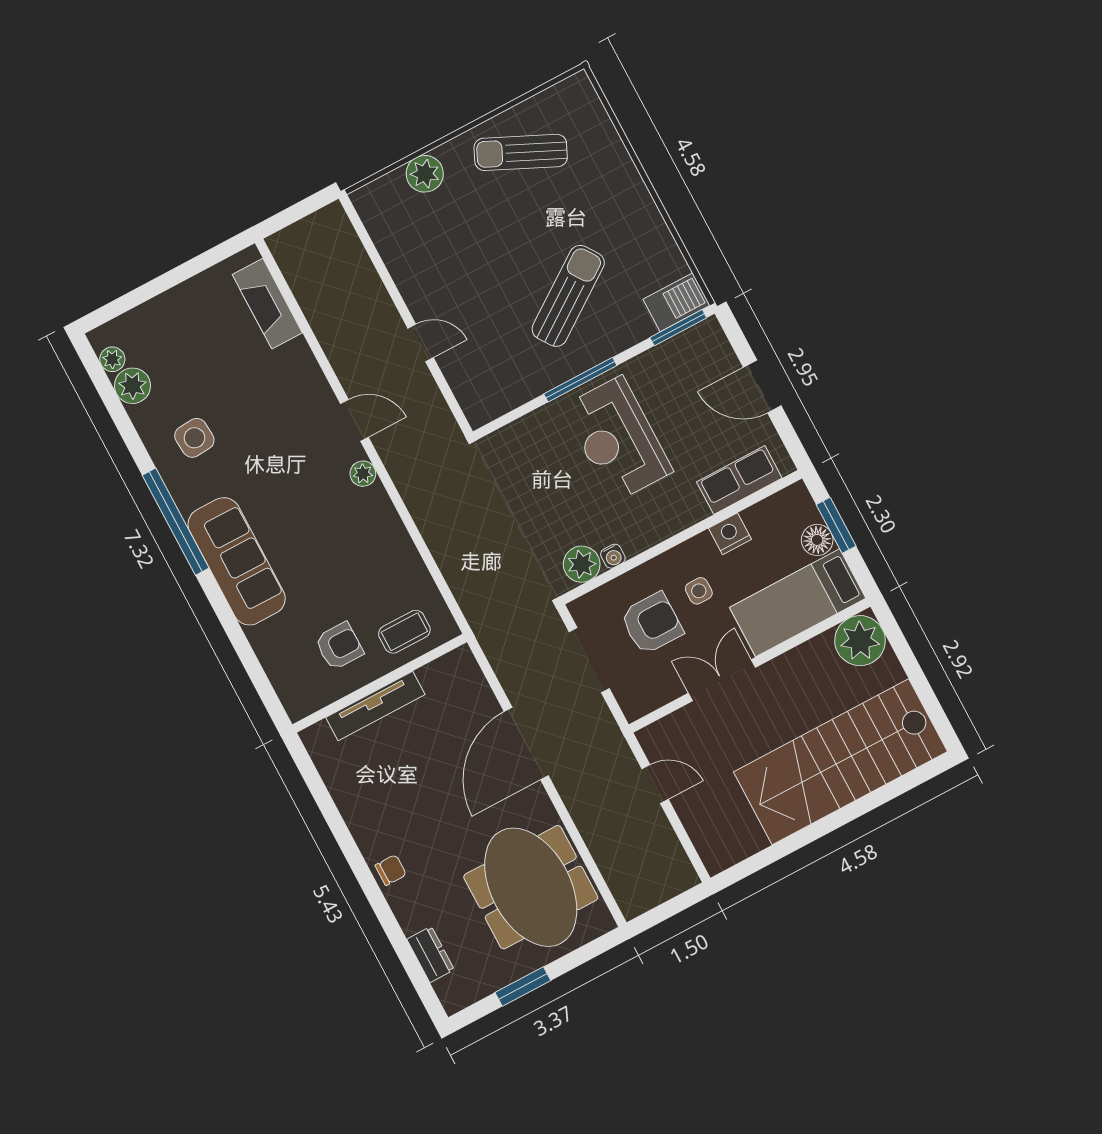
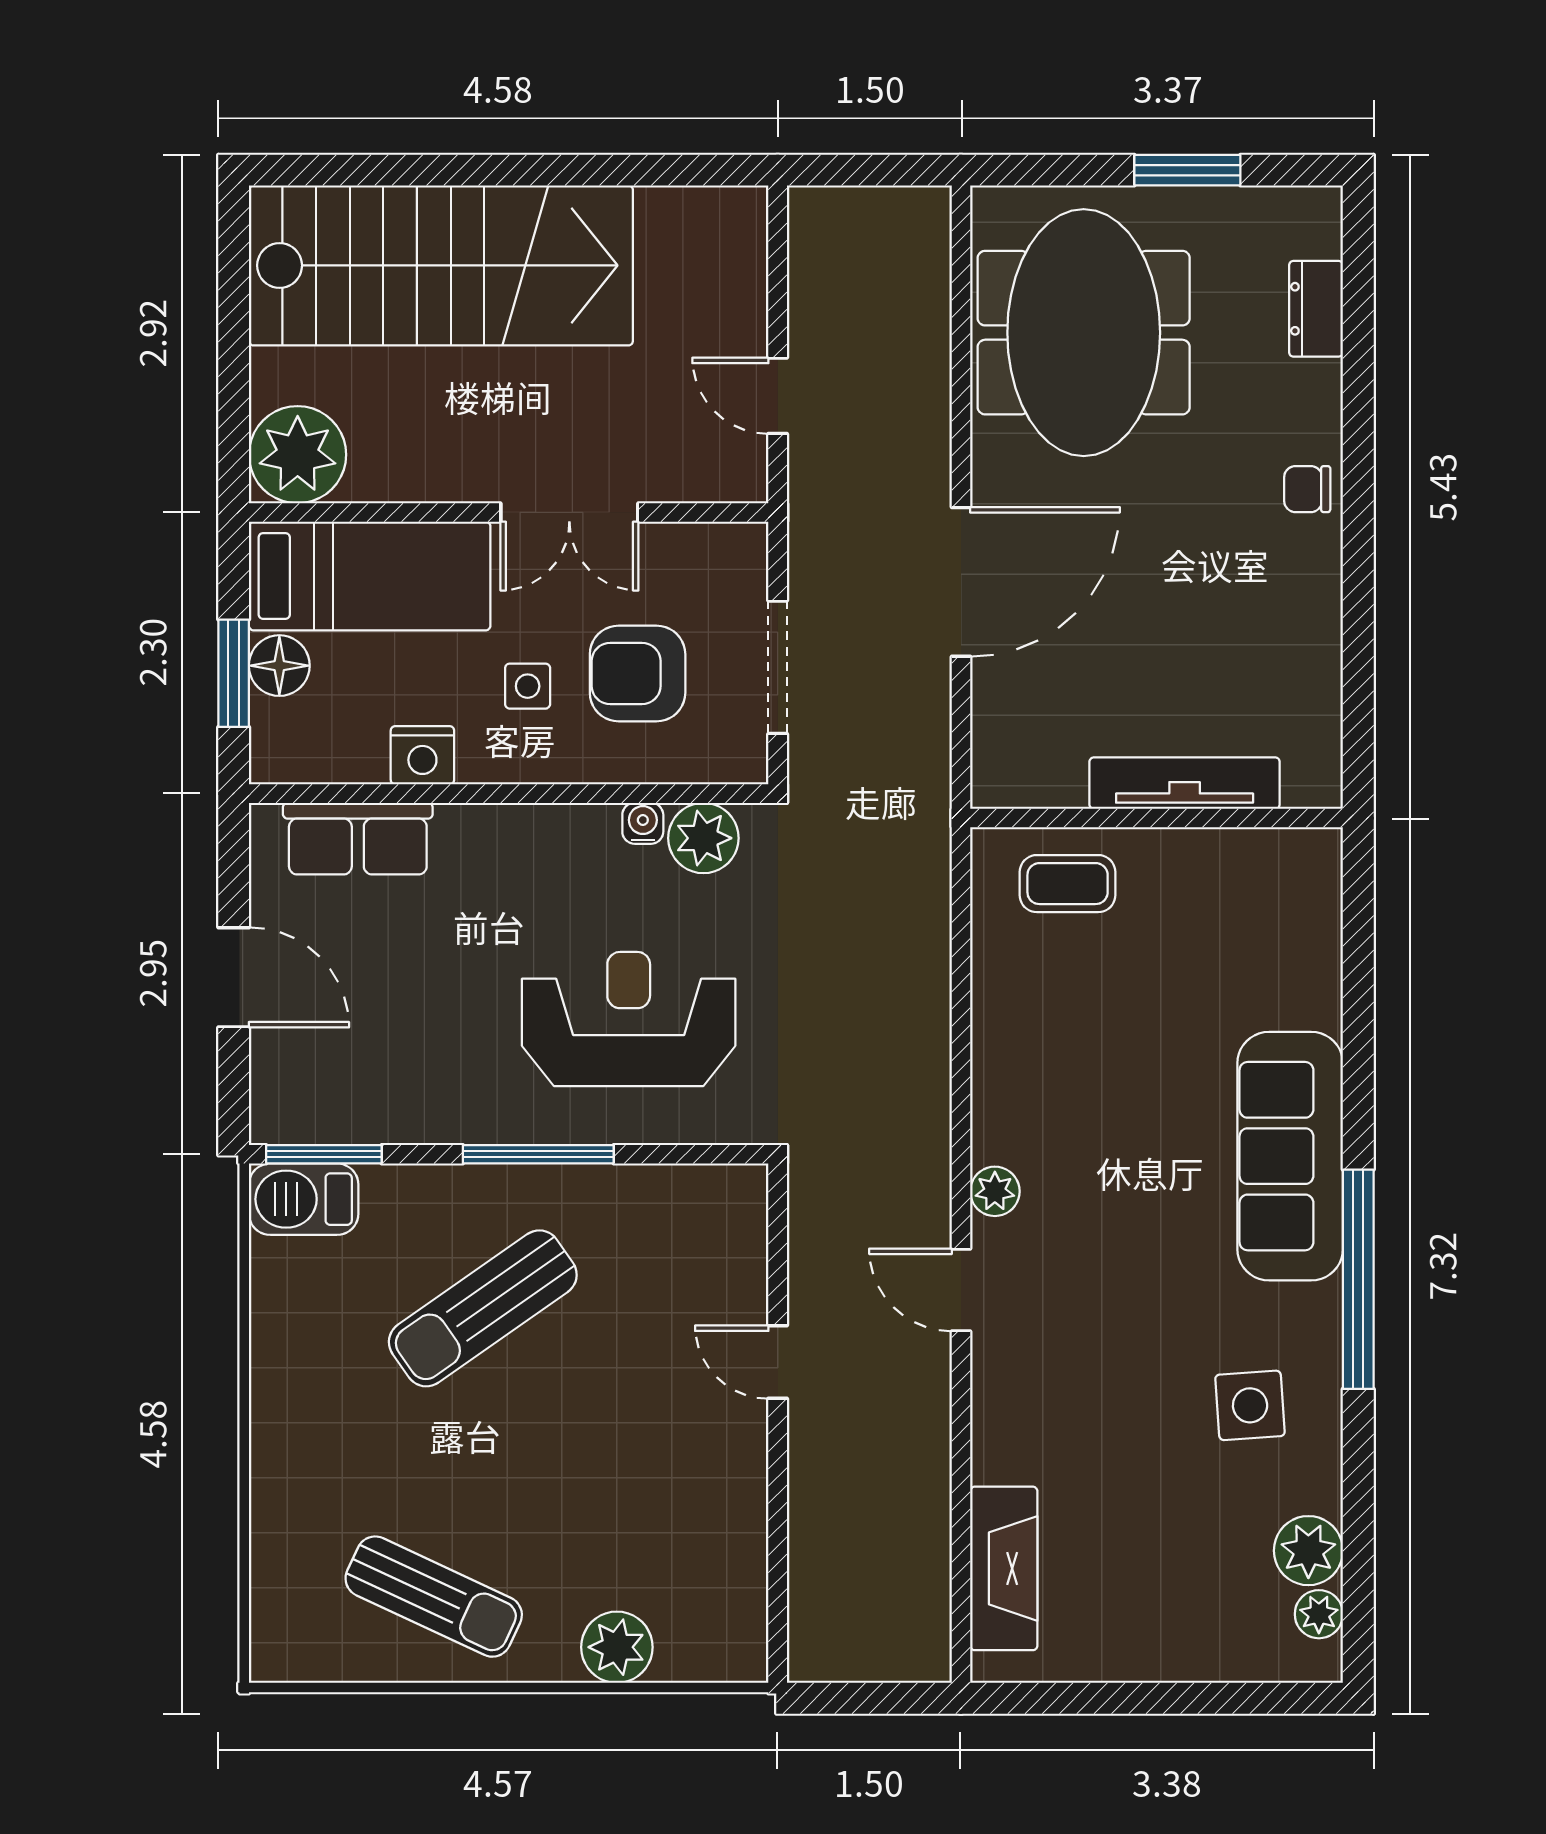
reception desk: (618, 439) -> (629, 1019), moved, turned -90
armchair: (339, 646) -> (1192, 918), removed

